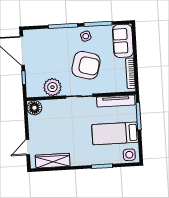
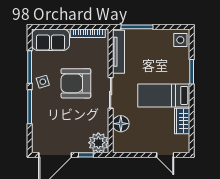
armchair: (86, 65) -> (76, 83), turned -105
plant: (52, 87) -> (98, 143), moved
floor lamp: (34, 108) -> (121, 124), moved
bed: (115, 133) -> (164, 95), moved, turned 90
wardrobe: (53, 161) -> (182, 121), width x0.67

